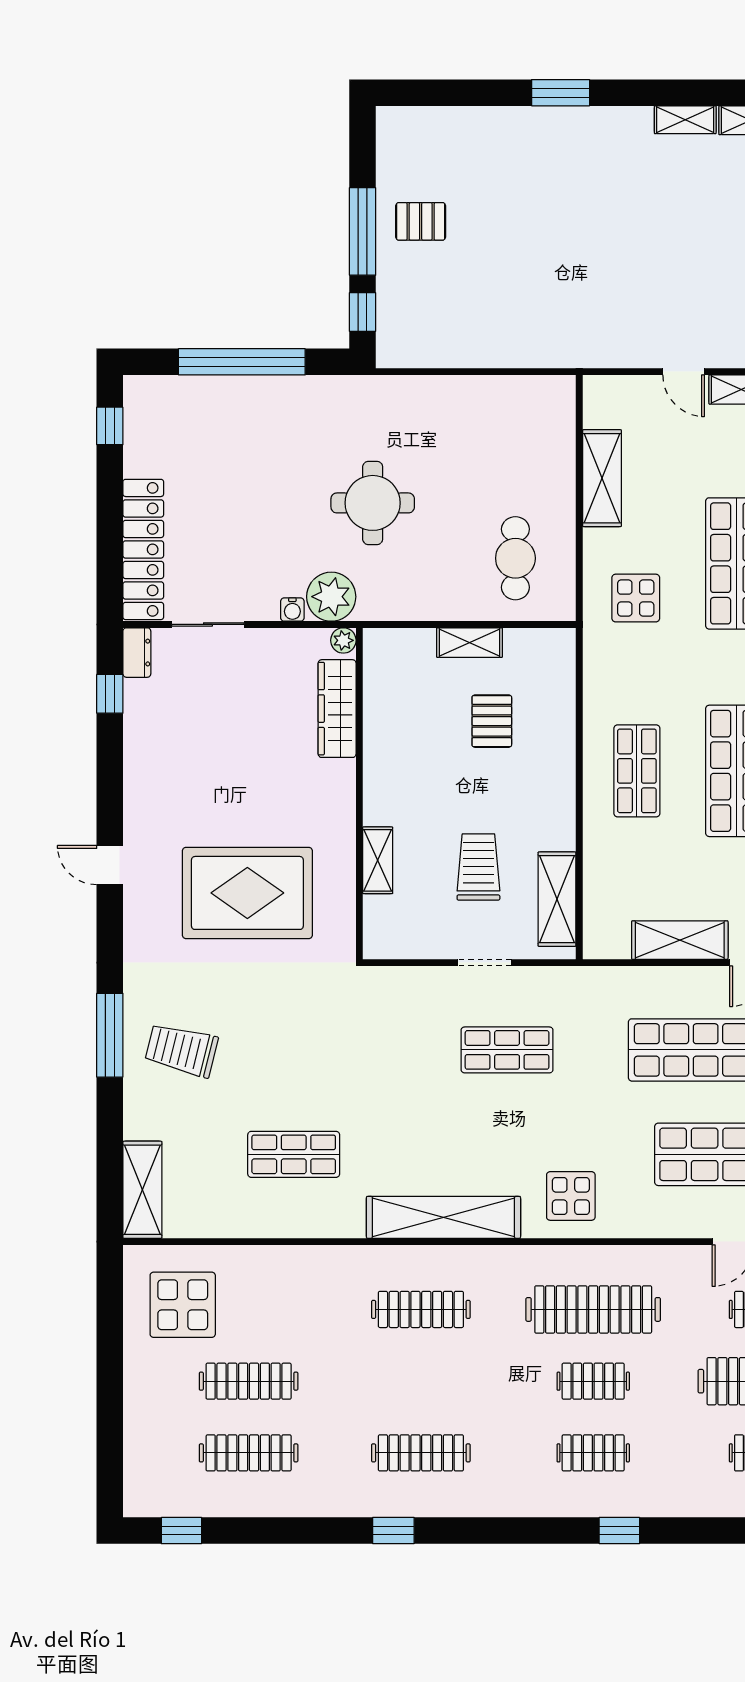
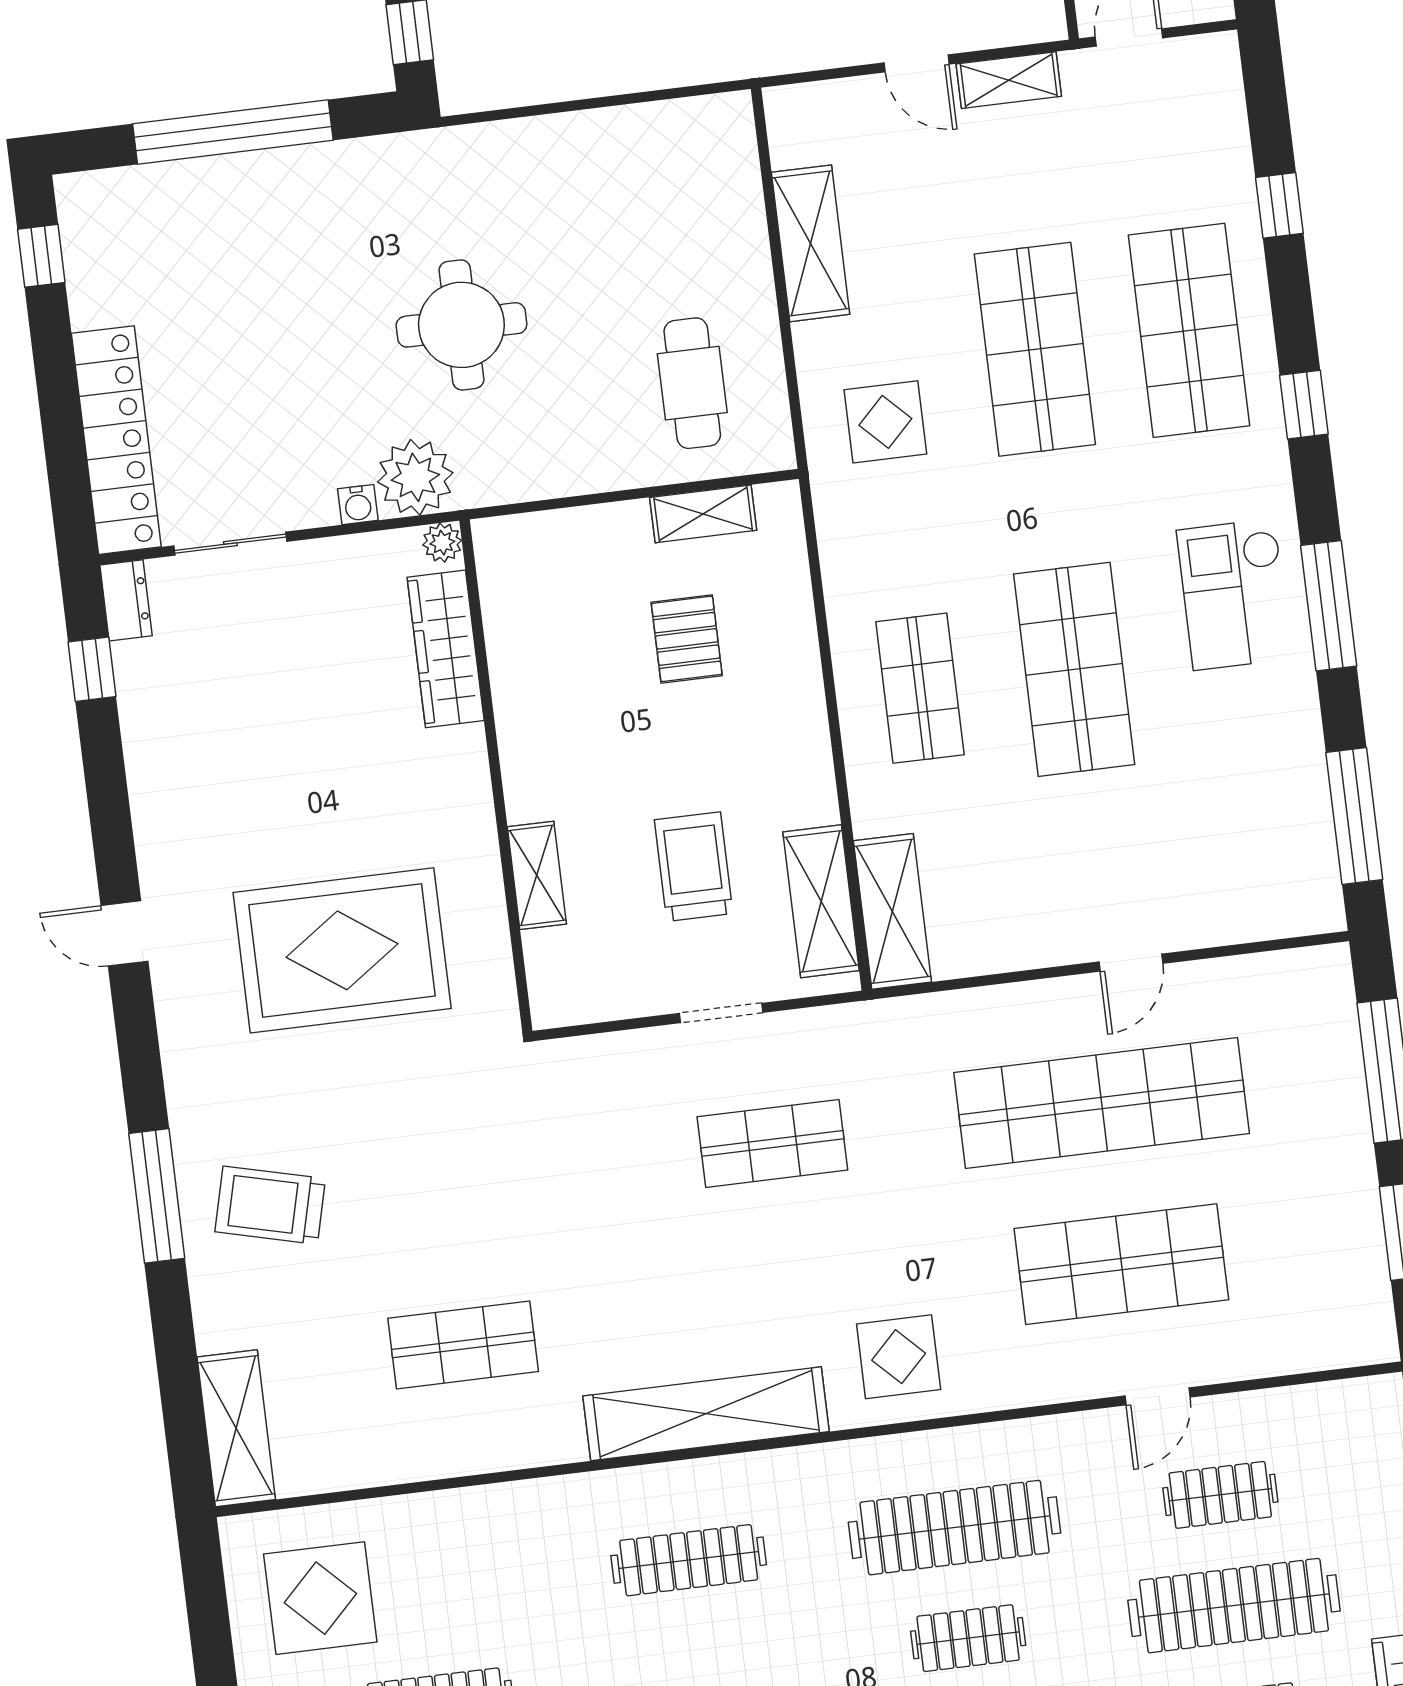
shelving: (469, 643) -> (703, 514), moved
shelving: (680, 940) -> (892, 911), moved, turned 90

